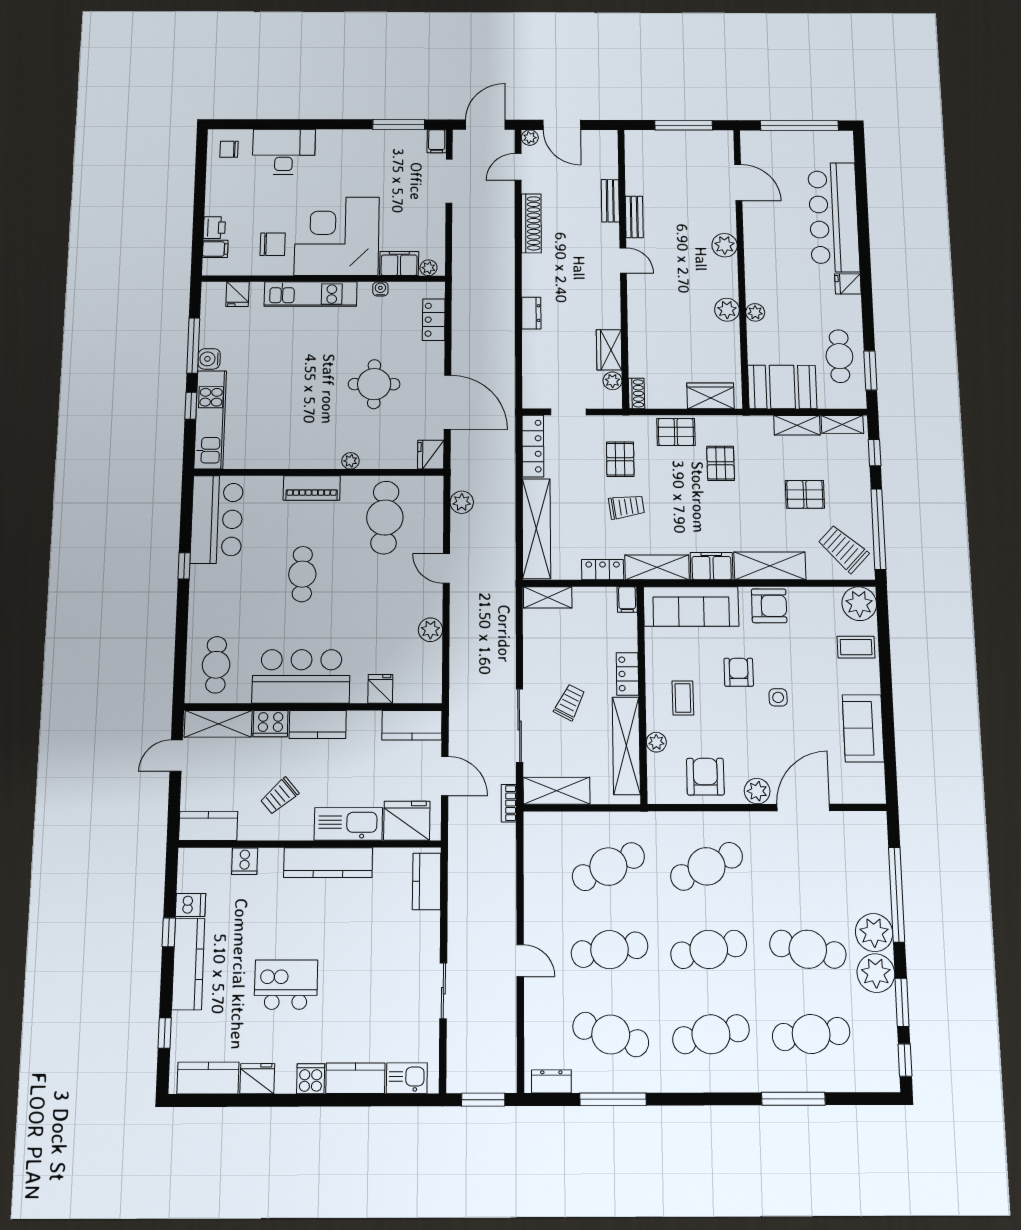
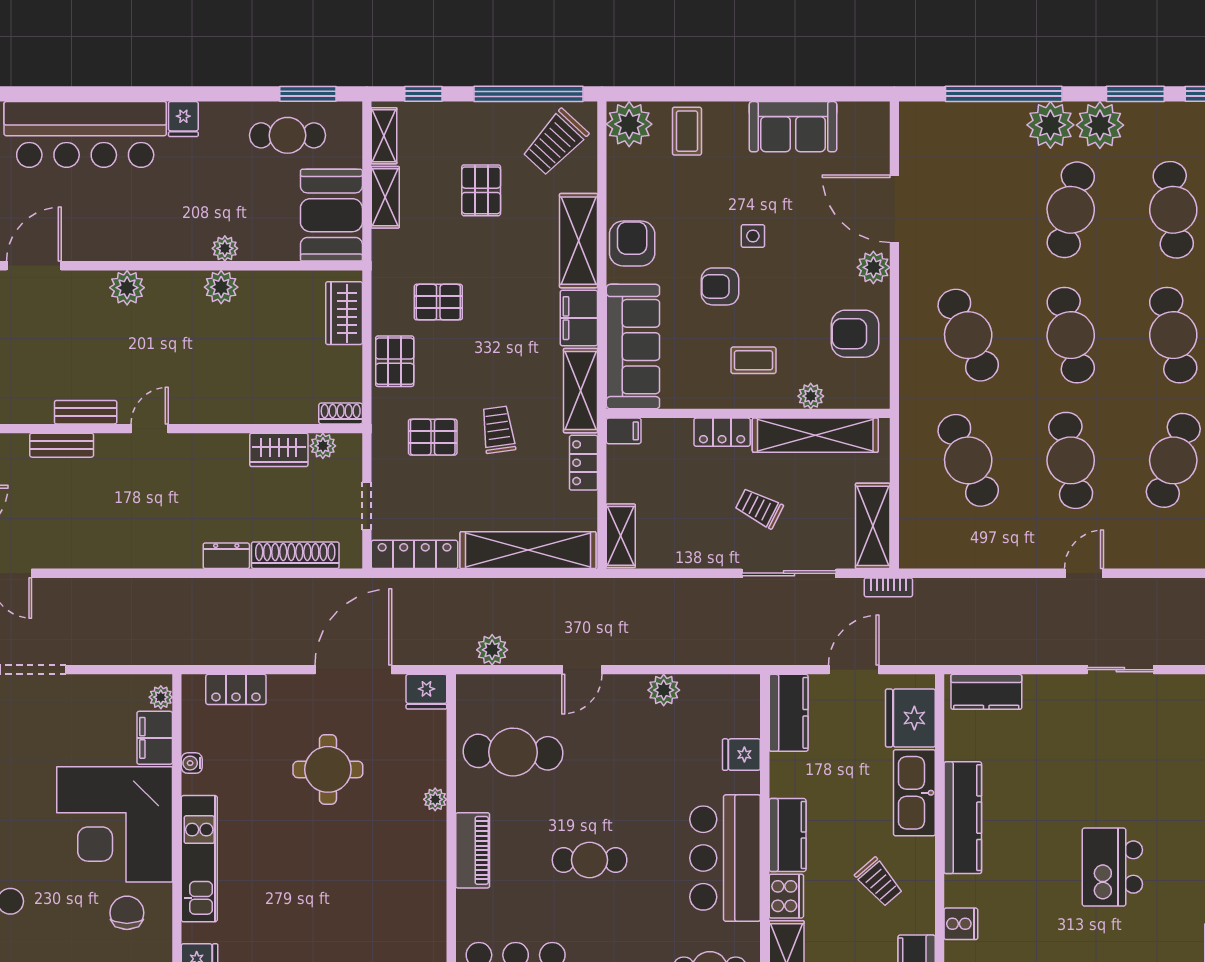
shoe rack: (531, 223) -> (295, 555), moved

